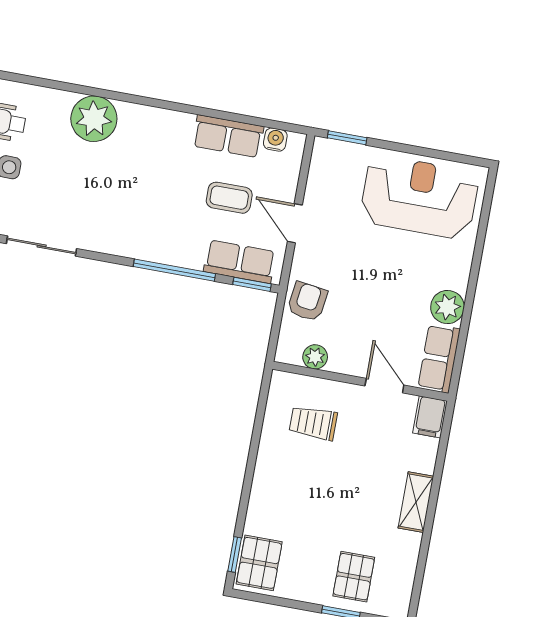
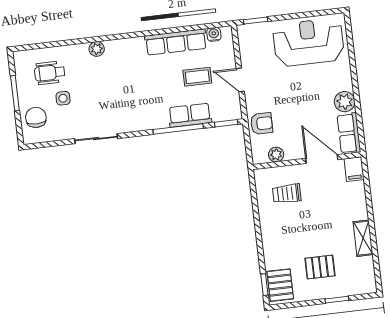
plant: (94, 119) -> (97, 49), width x0.53, depth x0.53
row of seats: (228, 136) -> (176, 42), width x1.48
row of seats: (240, 262) -> (190, 115), moved
armchair: (307, 302) -> (262, 123), turned 82
door: (384, 386) -> (322, 159), width x1.38
shelving: (416, 502) -> (363, 238), moved
pallet: (354, 577) -> (320, 267), moved, turned 90

